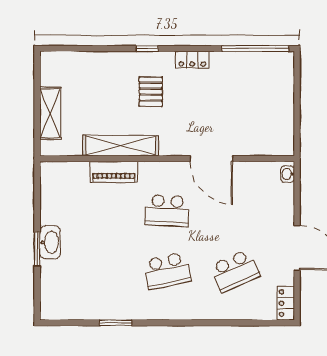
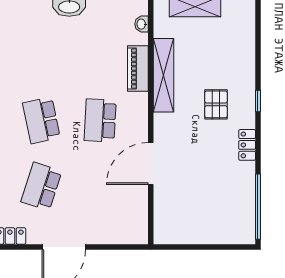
pallet: (151, 92) -> (216, 104), turned 90
washbasin: (288, 174) -> (142, 24), moved, turned -90
school desk: (235, 271) -> (41, 186), turned 42

